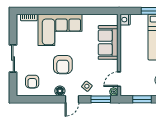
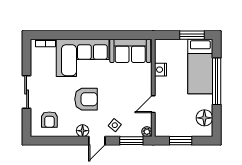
nightstand: (125, 20) -> (160, 70), moved
sofa: (108, 42) -> (130, 51), moved, turned -90
armchair: (63, 65) -> (86, 99), turned -90
door: (119, 79) -> (153, 104), moved

